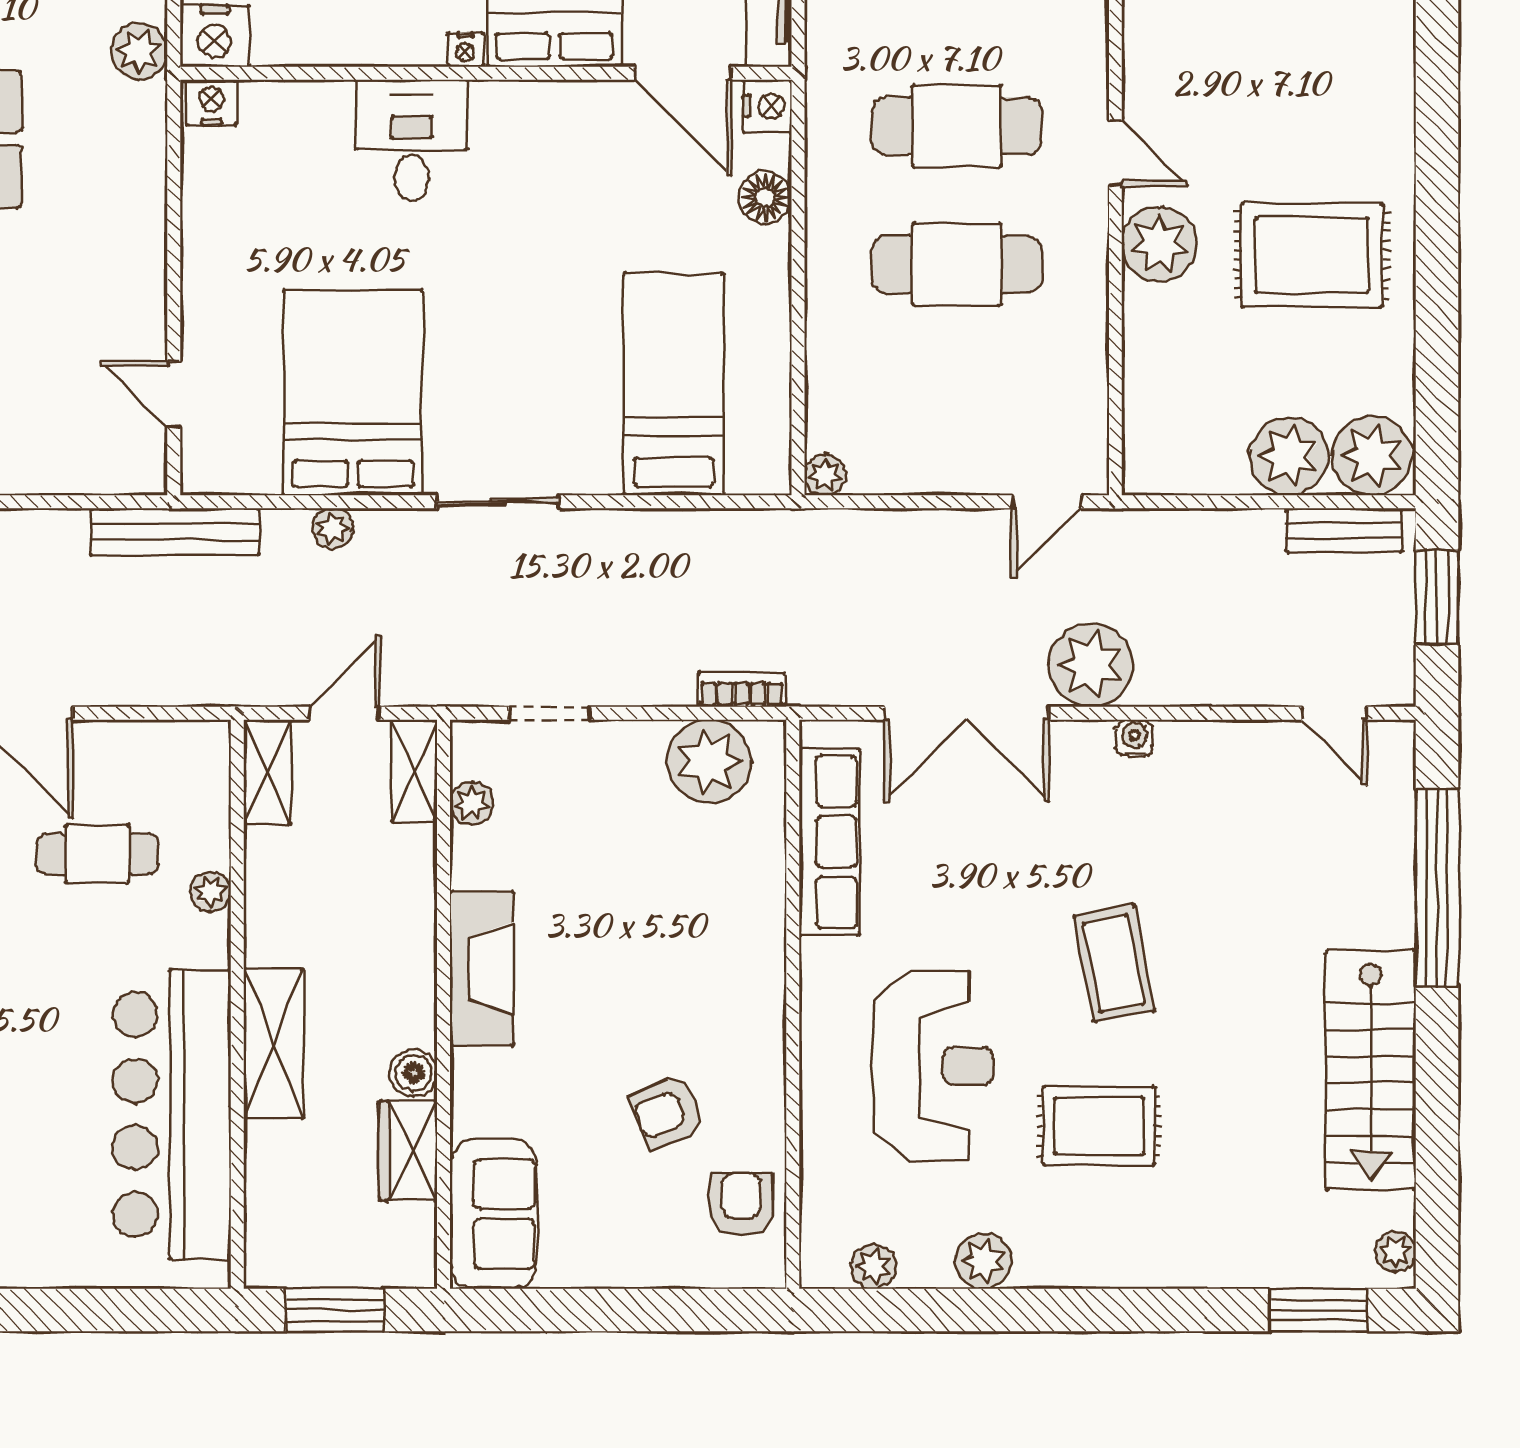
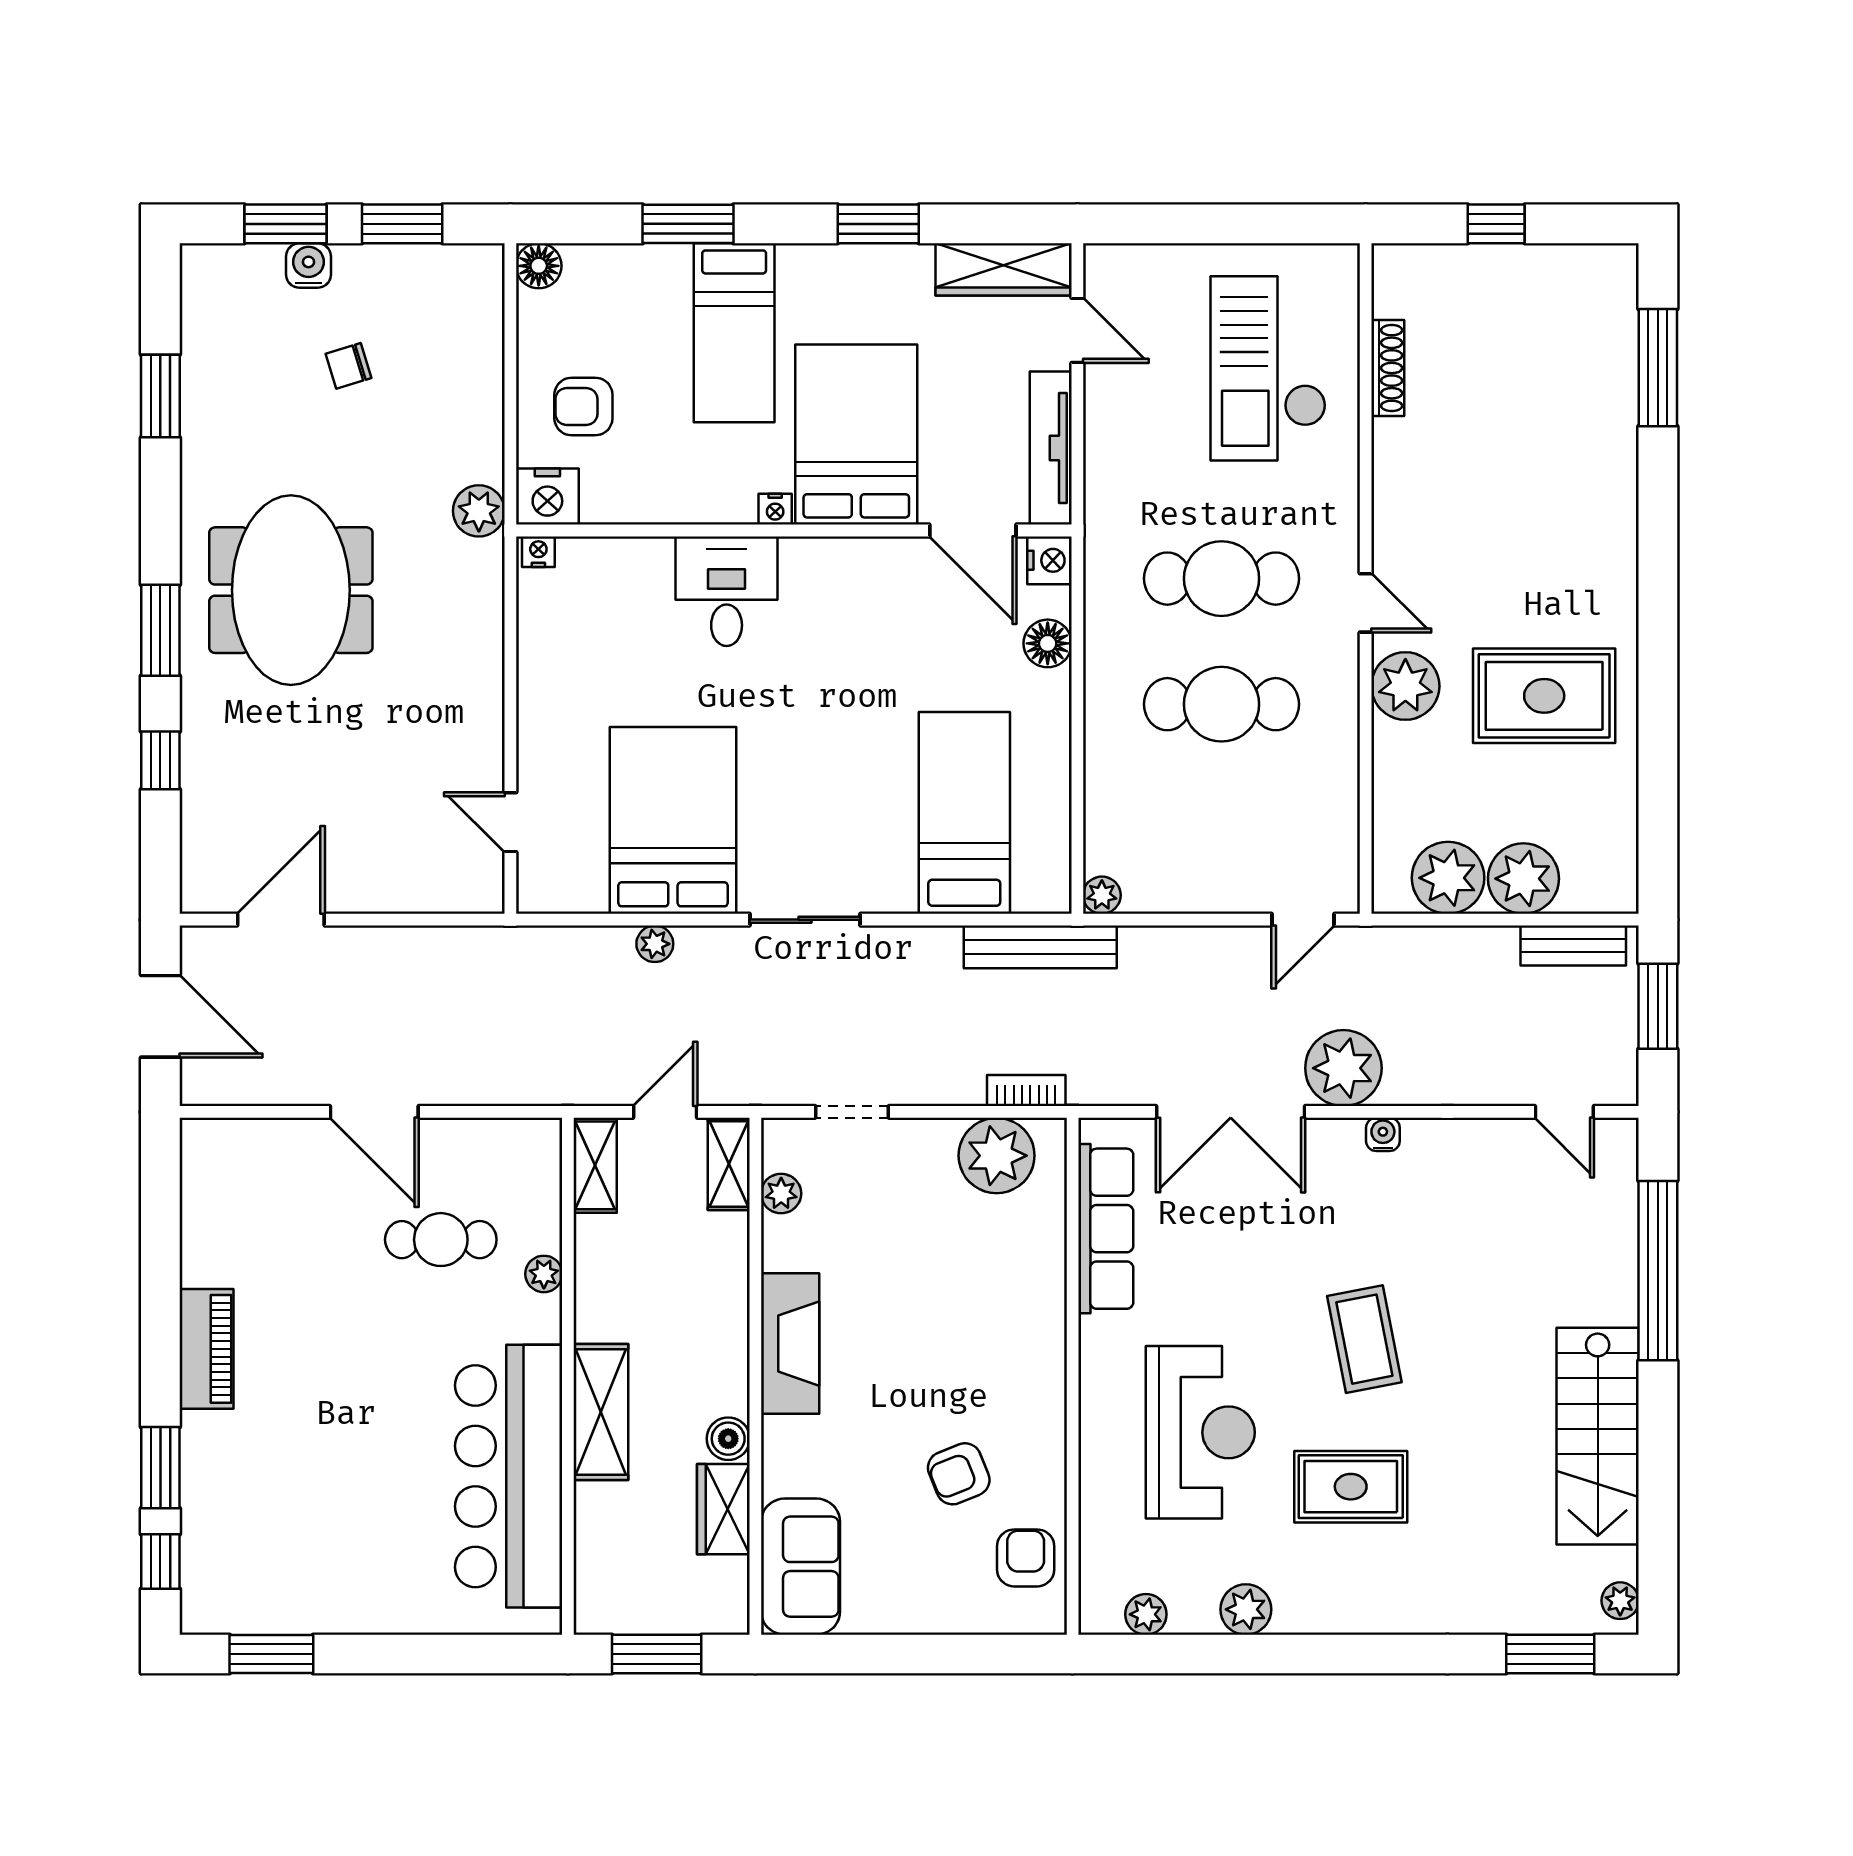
nightstand: (212, 102) -> (538, 552), width x0.72, depth x0.74
plant: (1372, 456) -> (1448, 878), moved
bench: (175, 532) -> (1040, 947), moved

